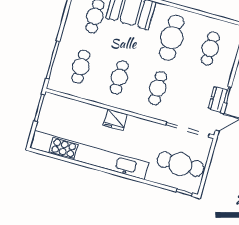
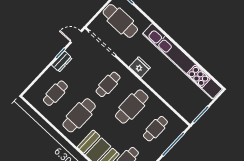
cafe table: (119, 77) -> (132, 107), width x1.37, depth x1.35
dresser: (218, 99) -> (62, 62), moved
fridge: (115, 120) -> (140, 67), moved

